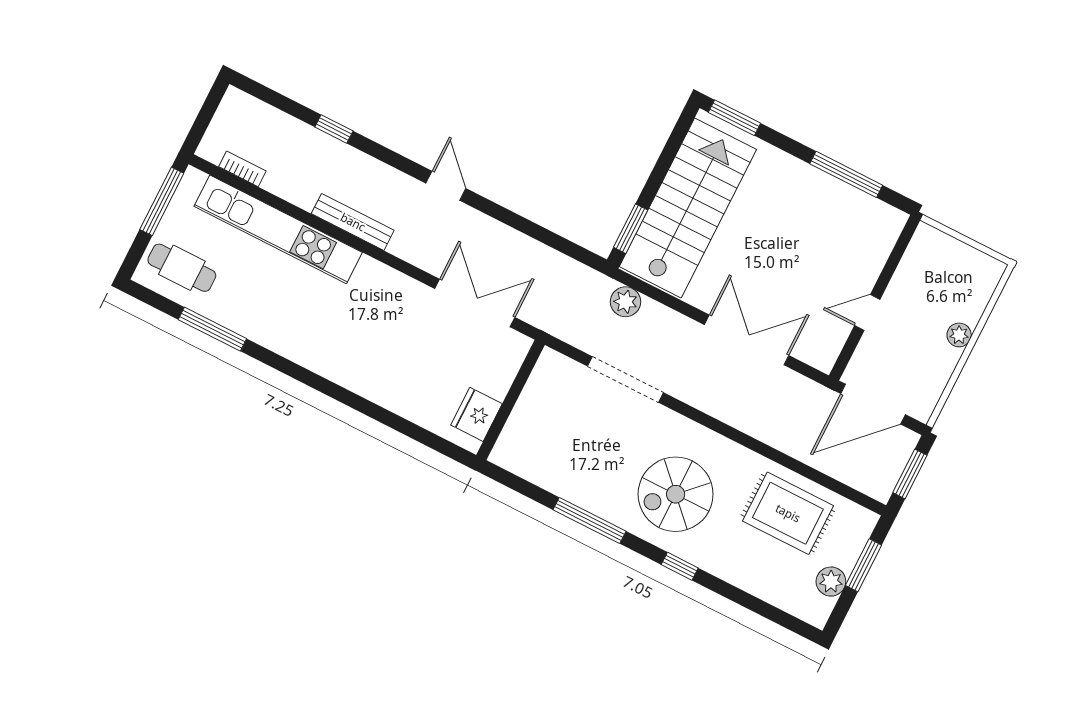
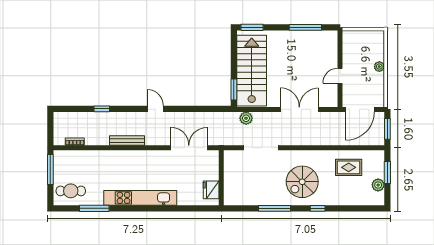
kitchen unit: (278, 229) -> (140, 198), moved, turned 180
rug: (788, 513) -> (349, 167), width x0.73, depth x0.70

